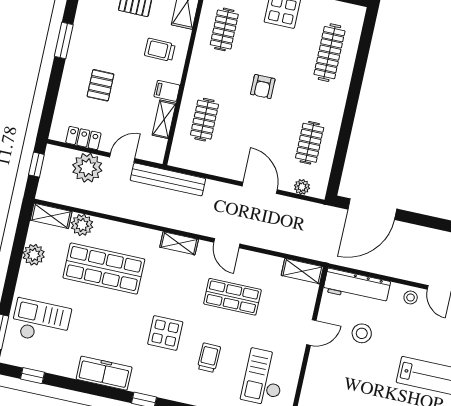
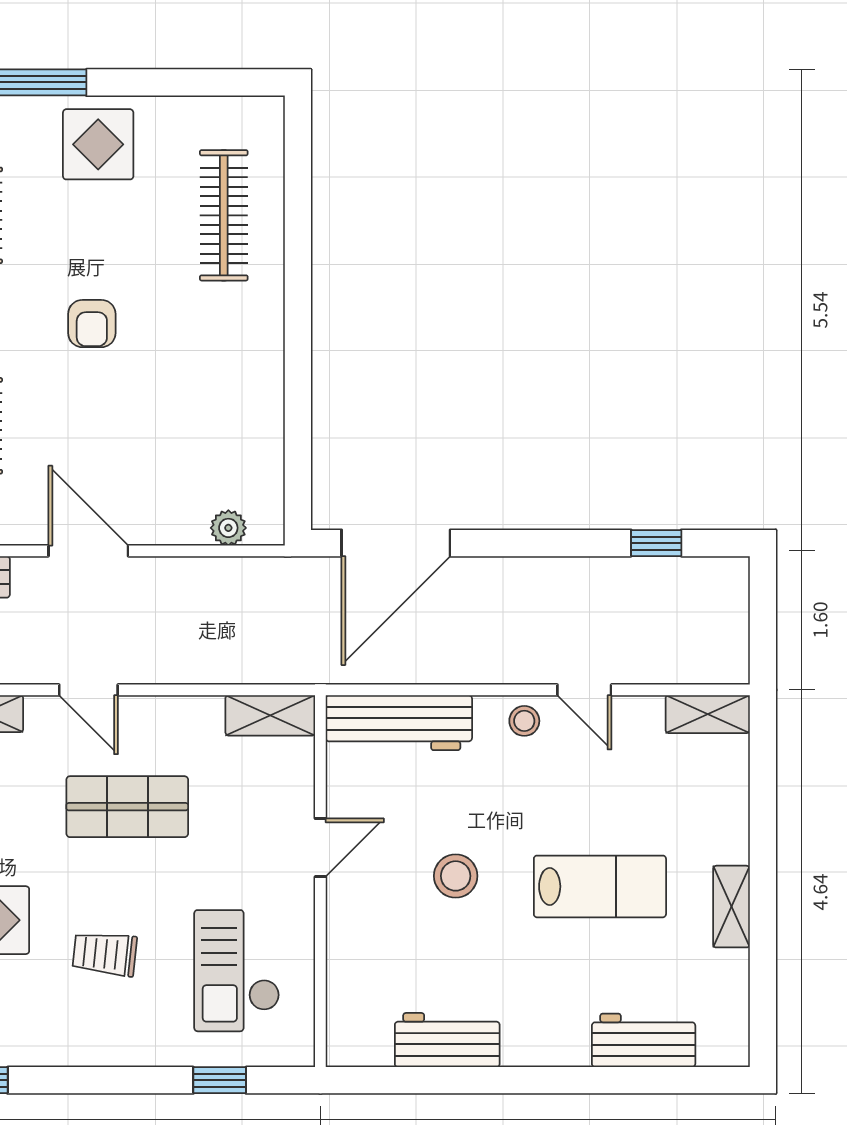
clothes rail: (310, 143) -> (224, 426), removed
door: (260, 188) -> (88, 551), moved
stool: (362, 333) -> (456, 876), moved
trolley: (209, 358) -> (105, 954), turned -85

